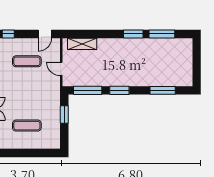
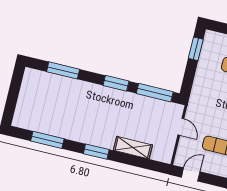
window: (133, 34) -> (96, 152), moved
shelving: (82, 44) -> (133, 148), moved
window: (64, 114) -> (196, 49), moved

